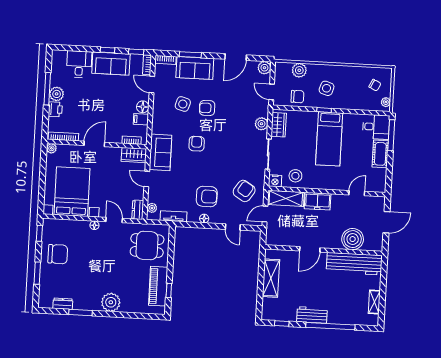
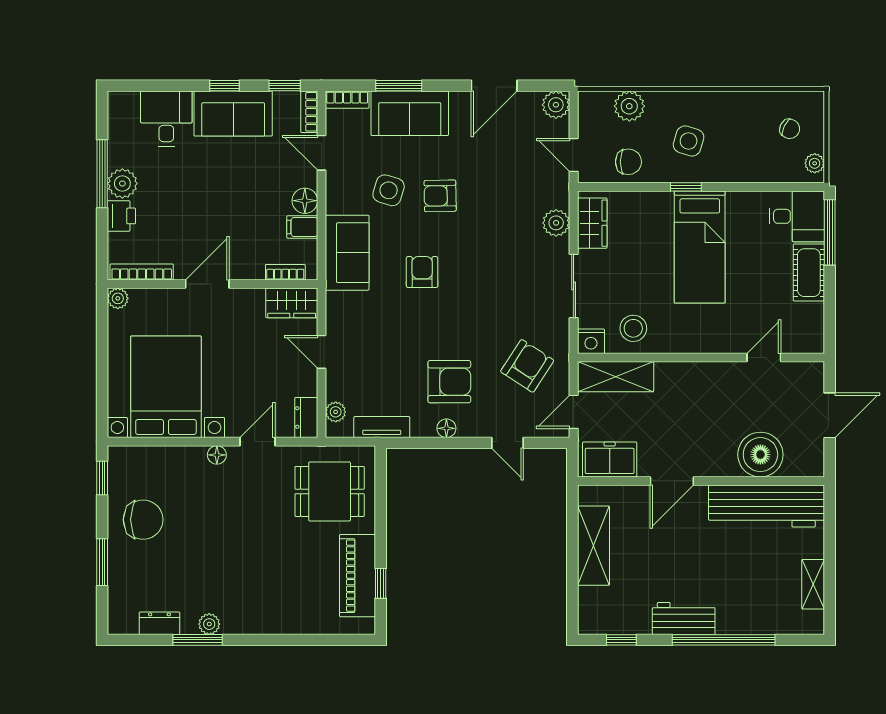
sofa: (160, 152) -> (347, 253), moved
freezer: (318, 201) -> (610, 459), moved, turned 180
door: (114, 220) -> (257, 442), hinge flipped
plant: (111, 302) -> (209, 624), moved, width x0.53, depth x0.53

